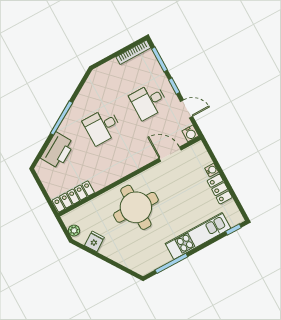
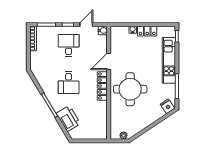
desk: (149, 101) -> (69, 45), turned 180
door: (170, 154) -> (109, 61), moved
locker: (73, 196) -> (102, 86), moved
fridge: (94, 241) -> (167, 106), moved

